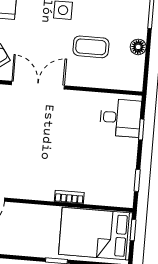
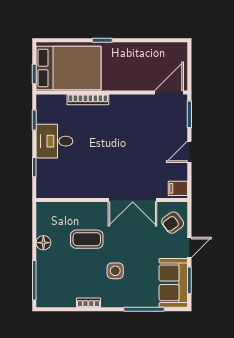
desk: (120, 118) -> (54, 141), moved
bookcase: (69, 197) -> (88, 100), width x1.56

